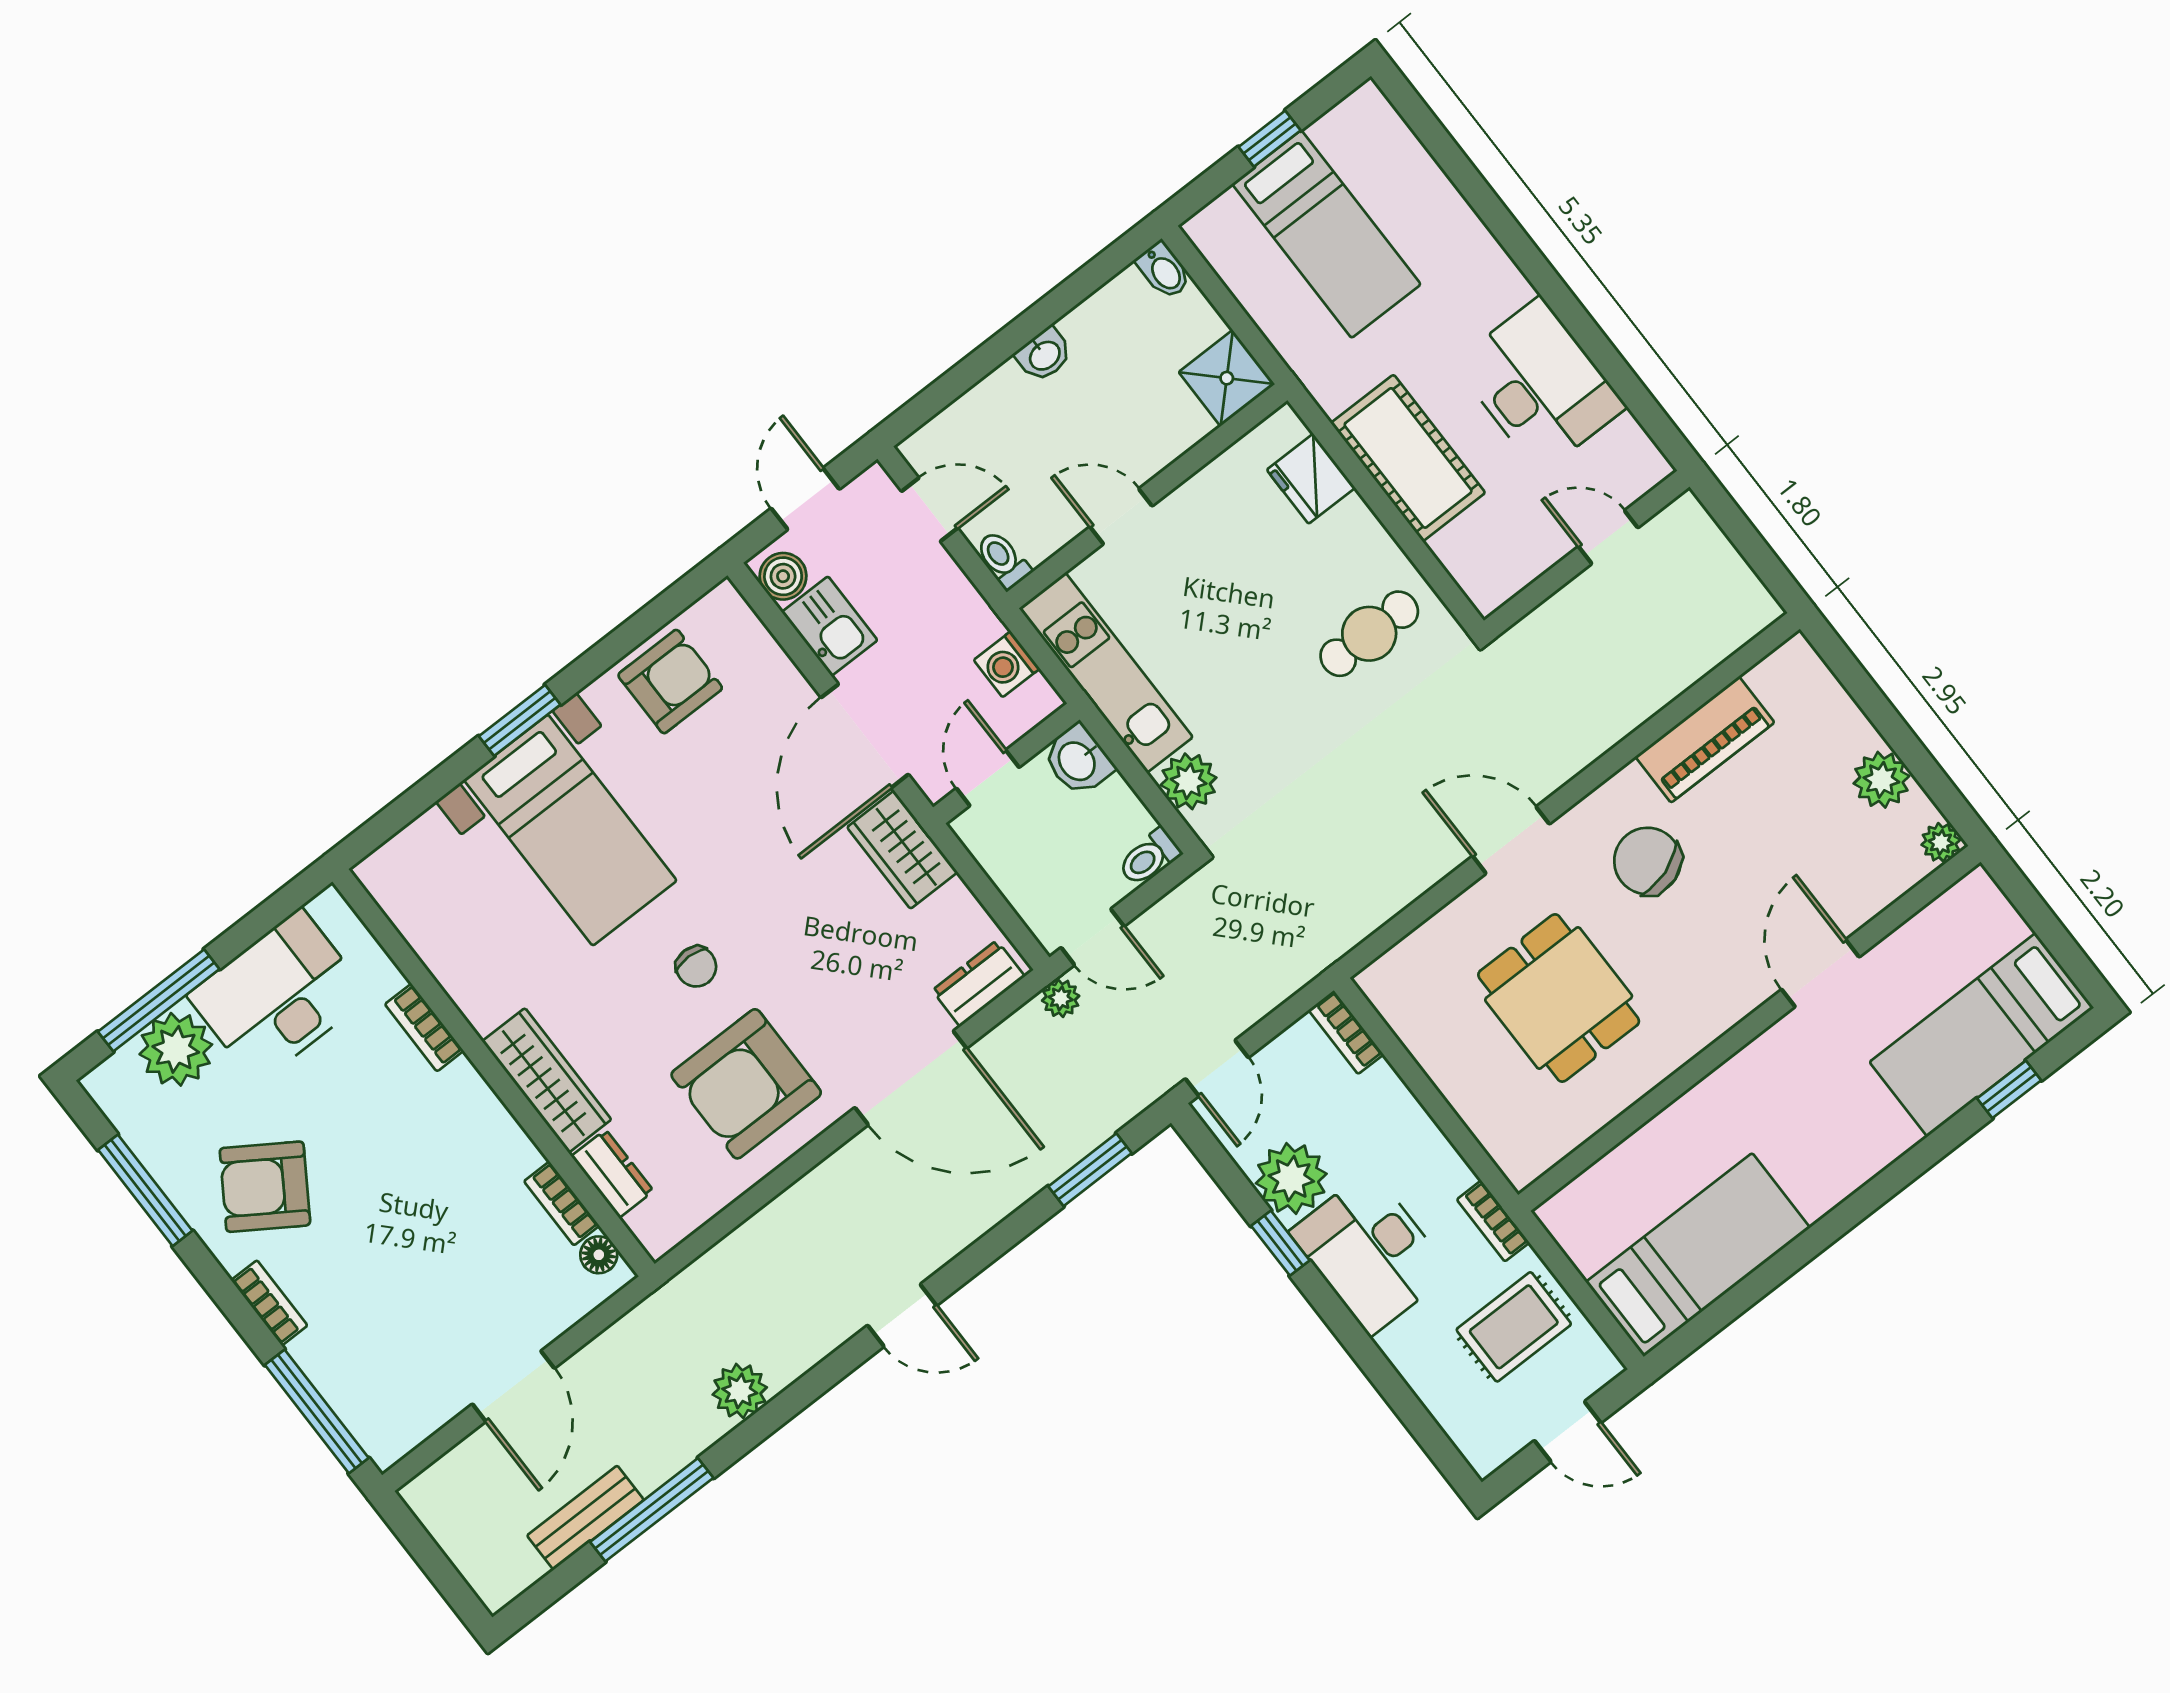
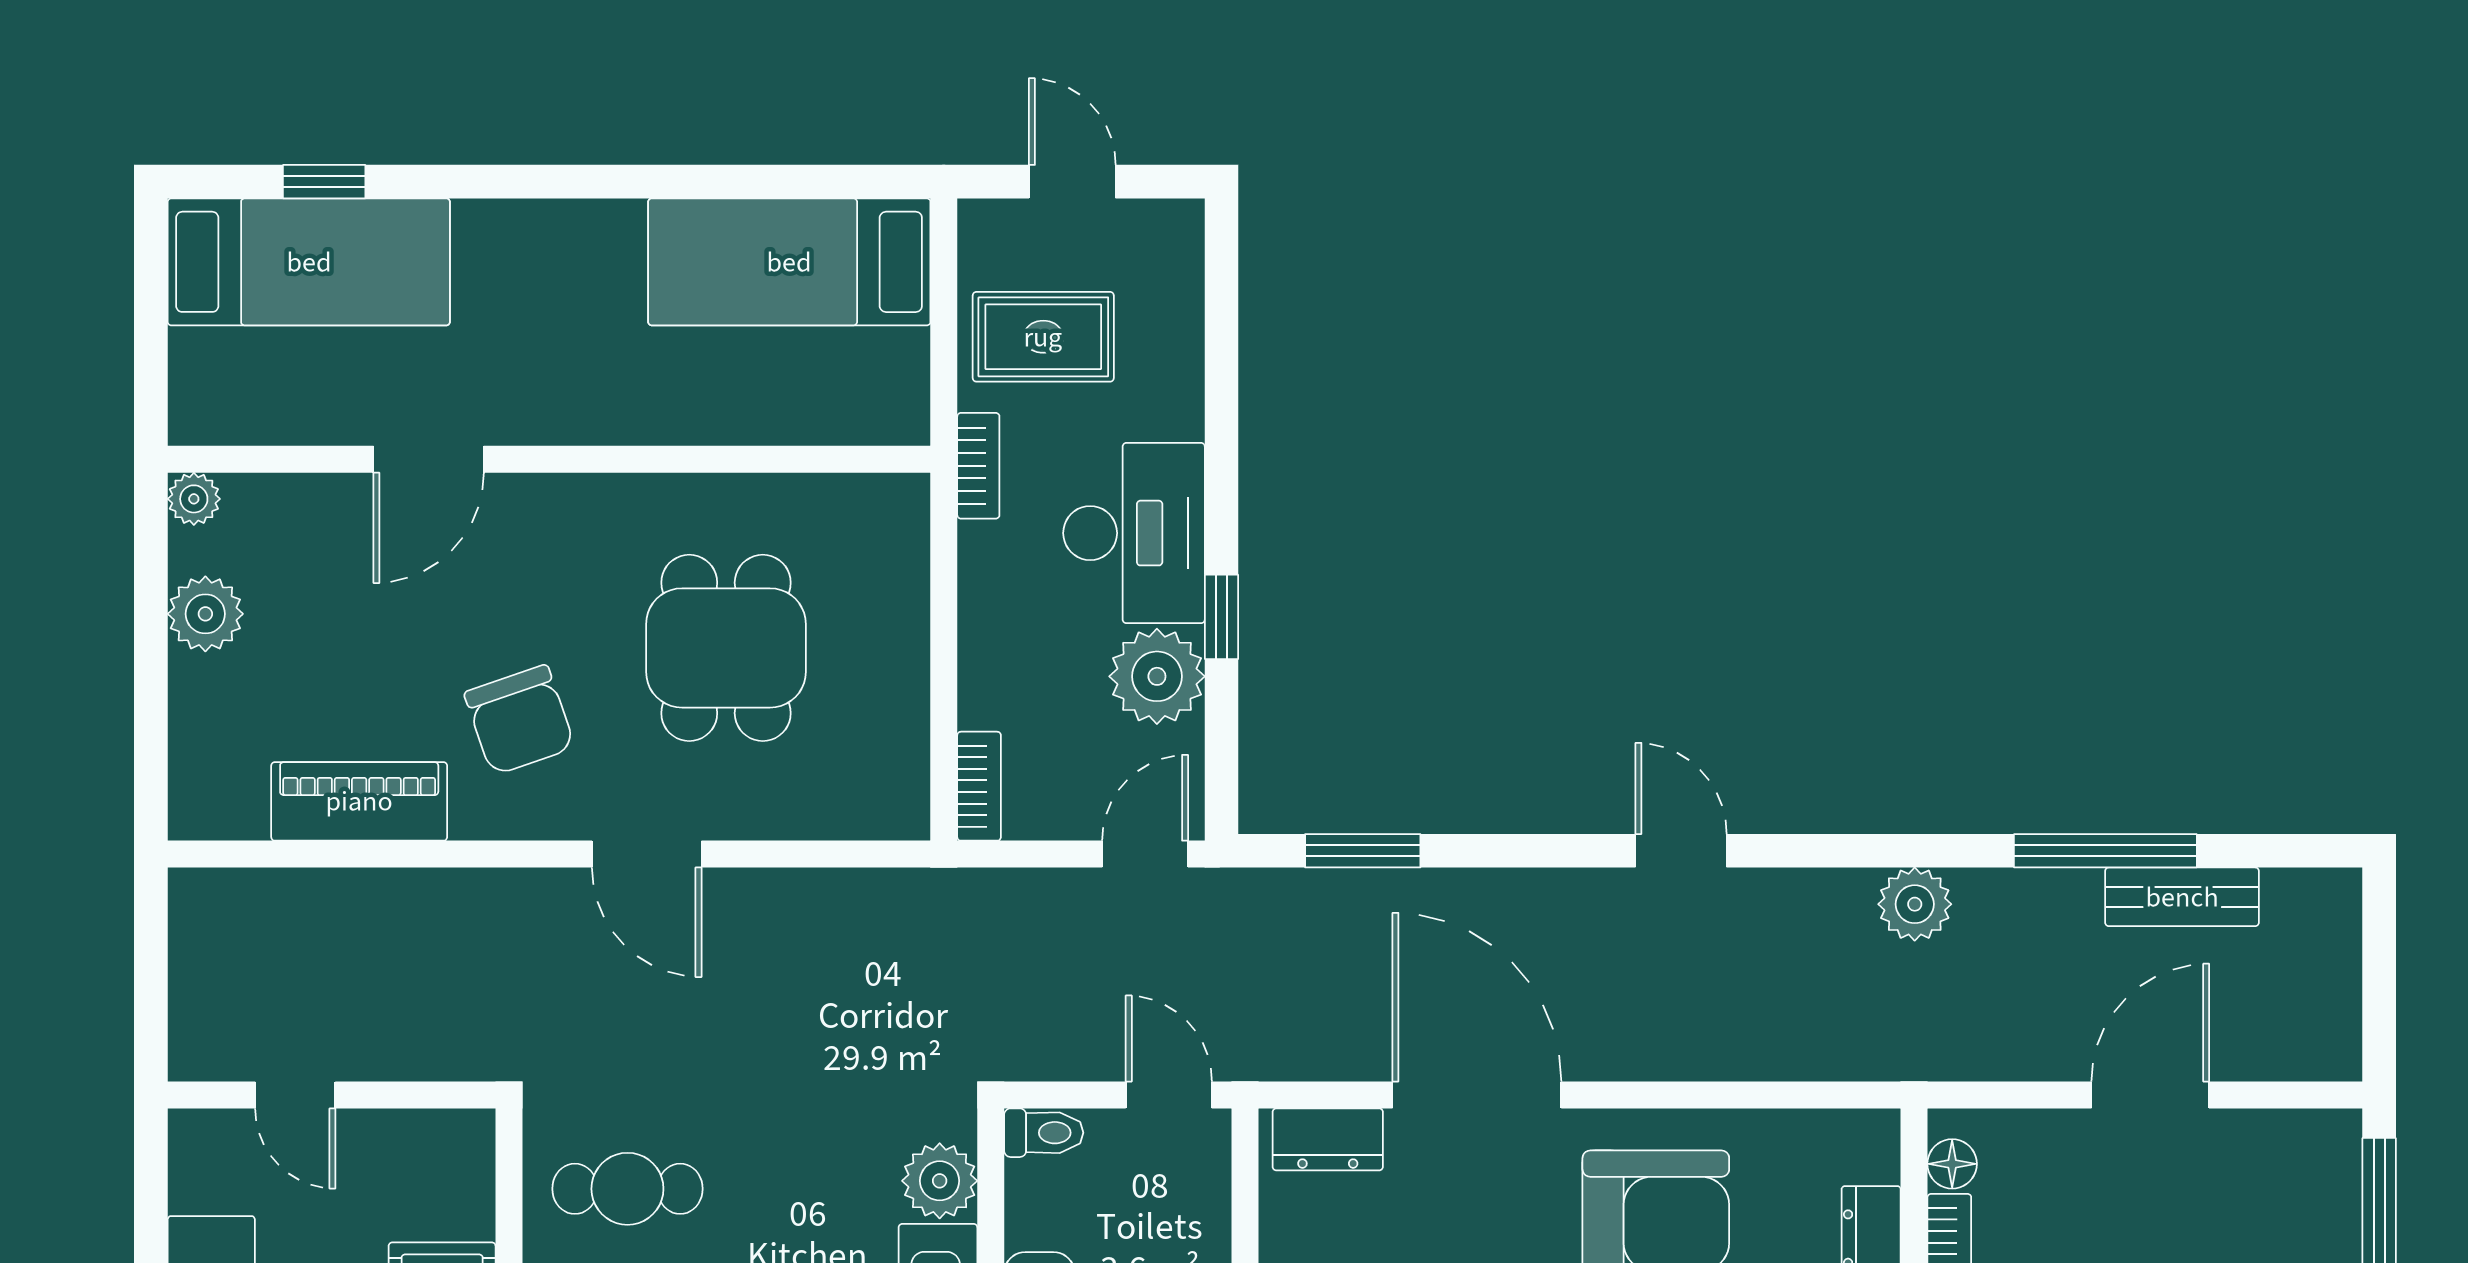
plant: (1061, 998) -> (1253, 1056), removed

